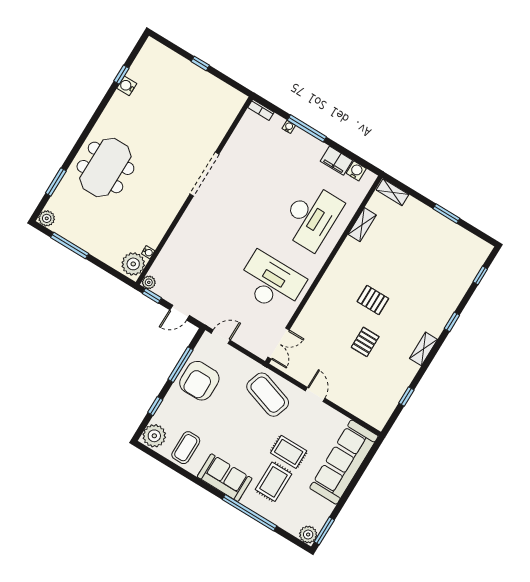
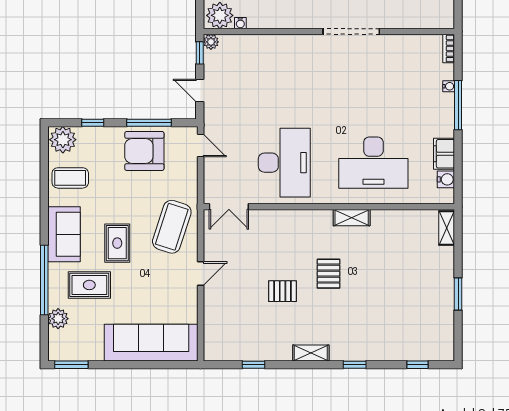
shelving: (362, 225) -> (352, 218), moved
rug: (289, 452) -> (117, 243), moved
plant: (308, 535) -> (58, 319), moved

